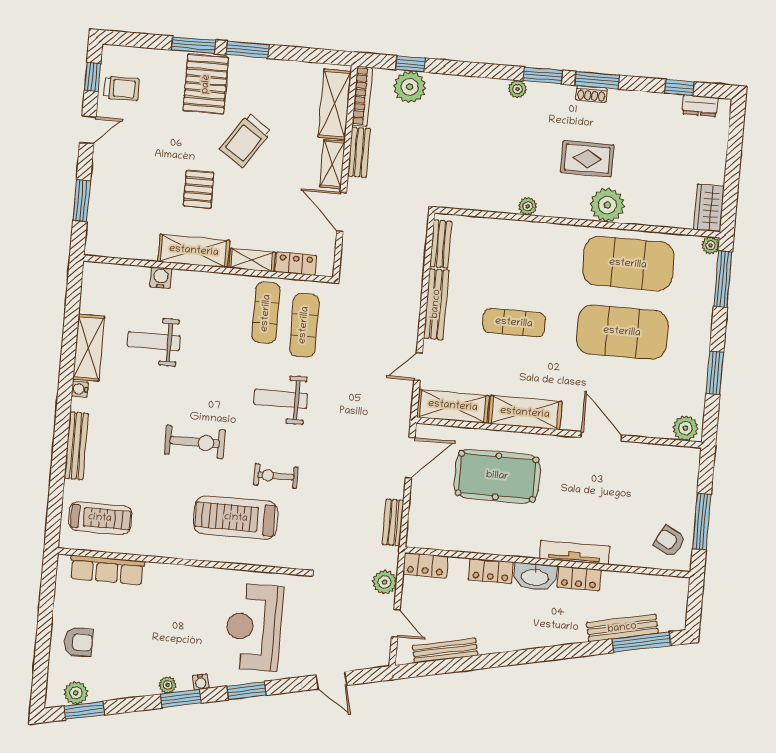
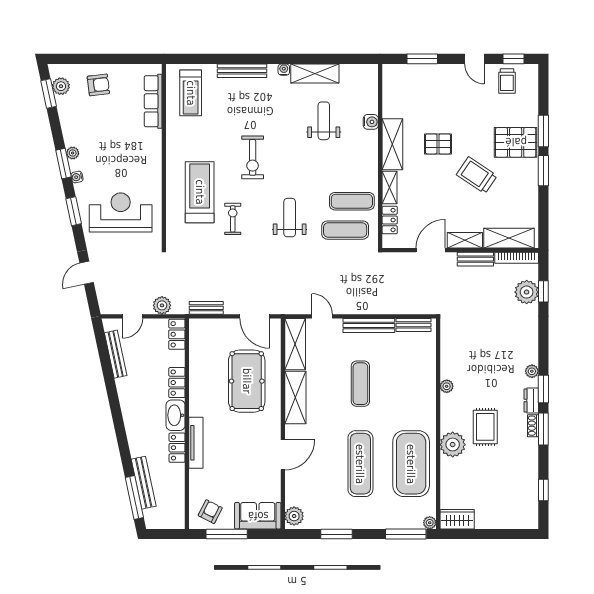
dresser: (700, 106) -> (531, 401), moved
exercise mat: (622, 332) -> (360, 464), width x0.68
sofa: (681, 477) -> (258, 516), added
armchair: (78, 642) -> (98, 85), turned -97

